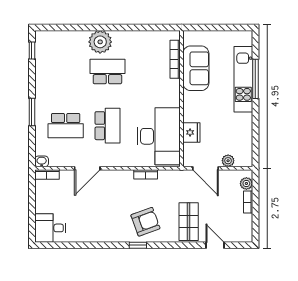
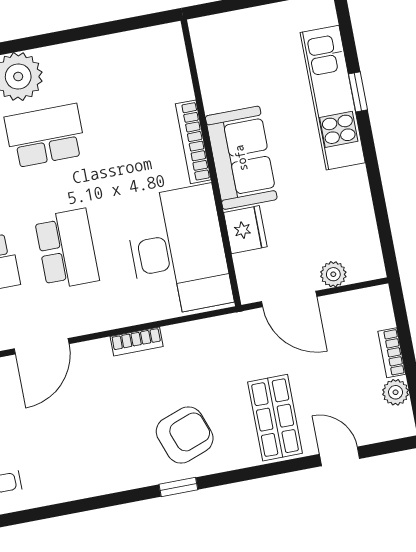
bookcase: (175, 59) -> (193, 142), moved
sofa: (196, 68) -> (241, 158), moved
window: (255, 79) -> (358, 92), width x0.46
bookcase: (146, 174) -> (137, 342), moved
plant: (246, 183) -> (396, 392), moved

